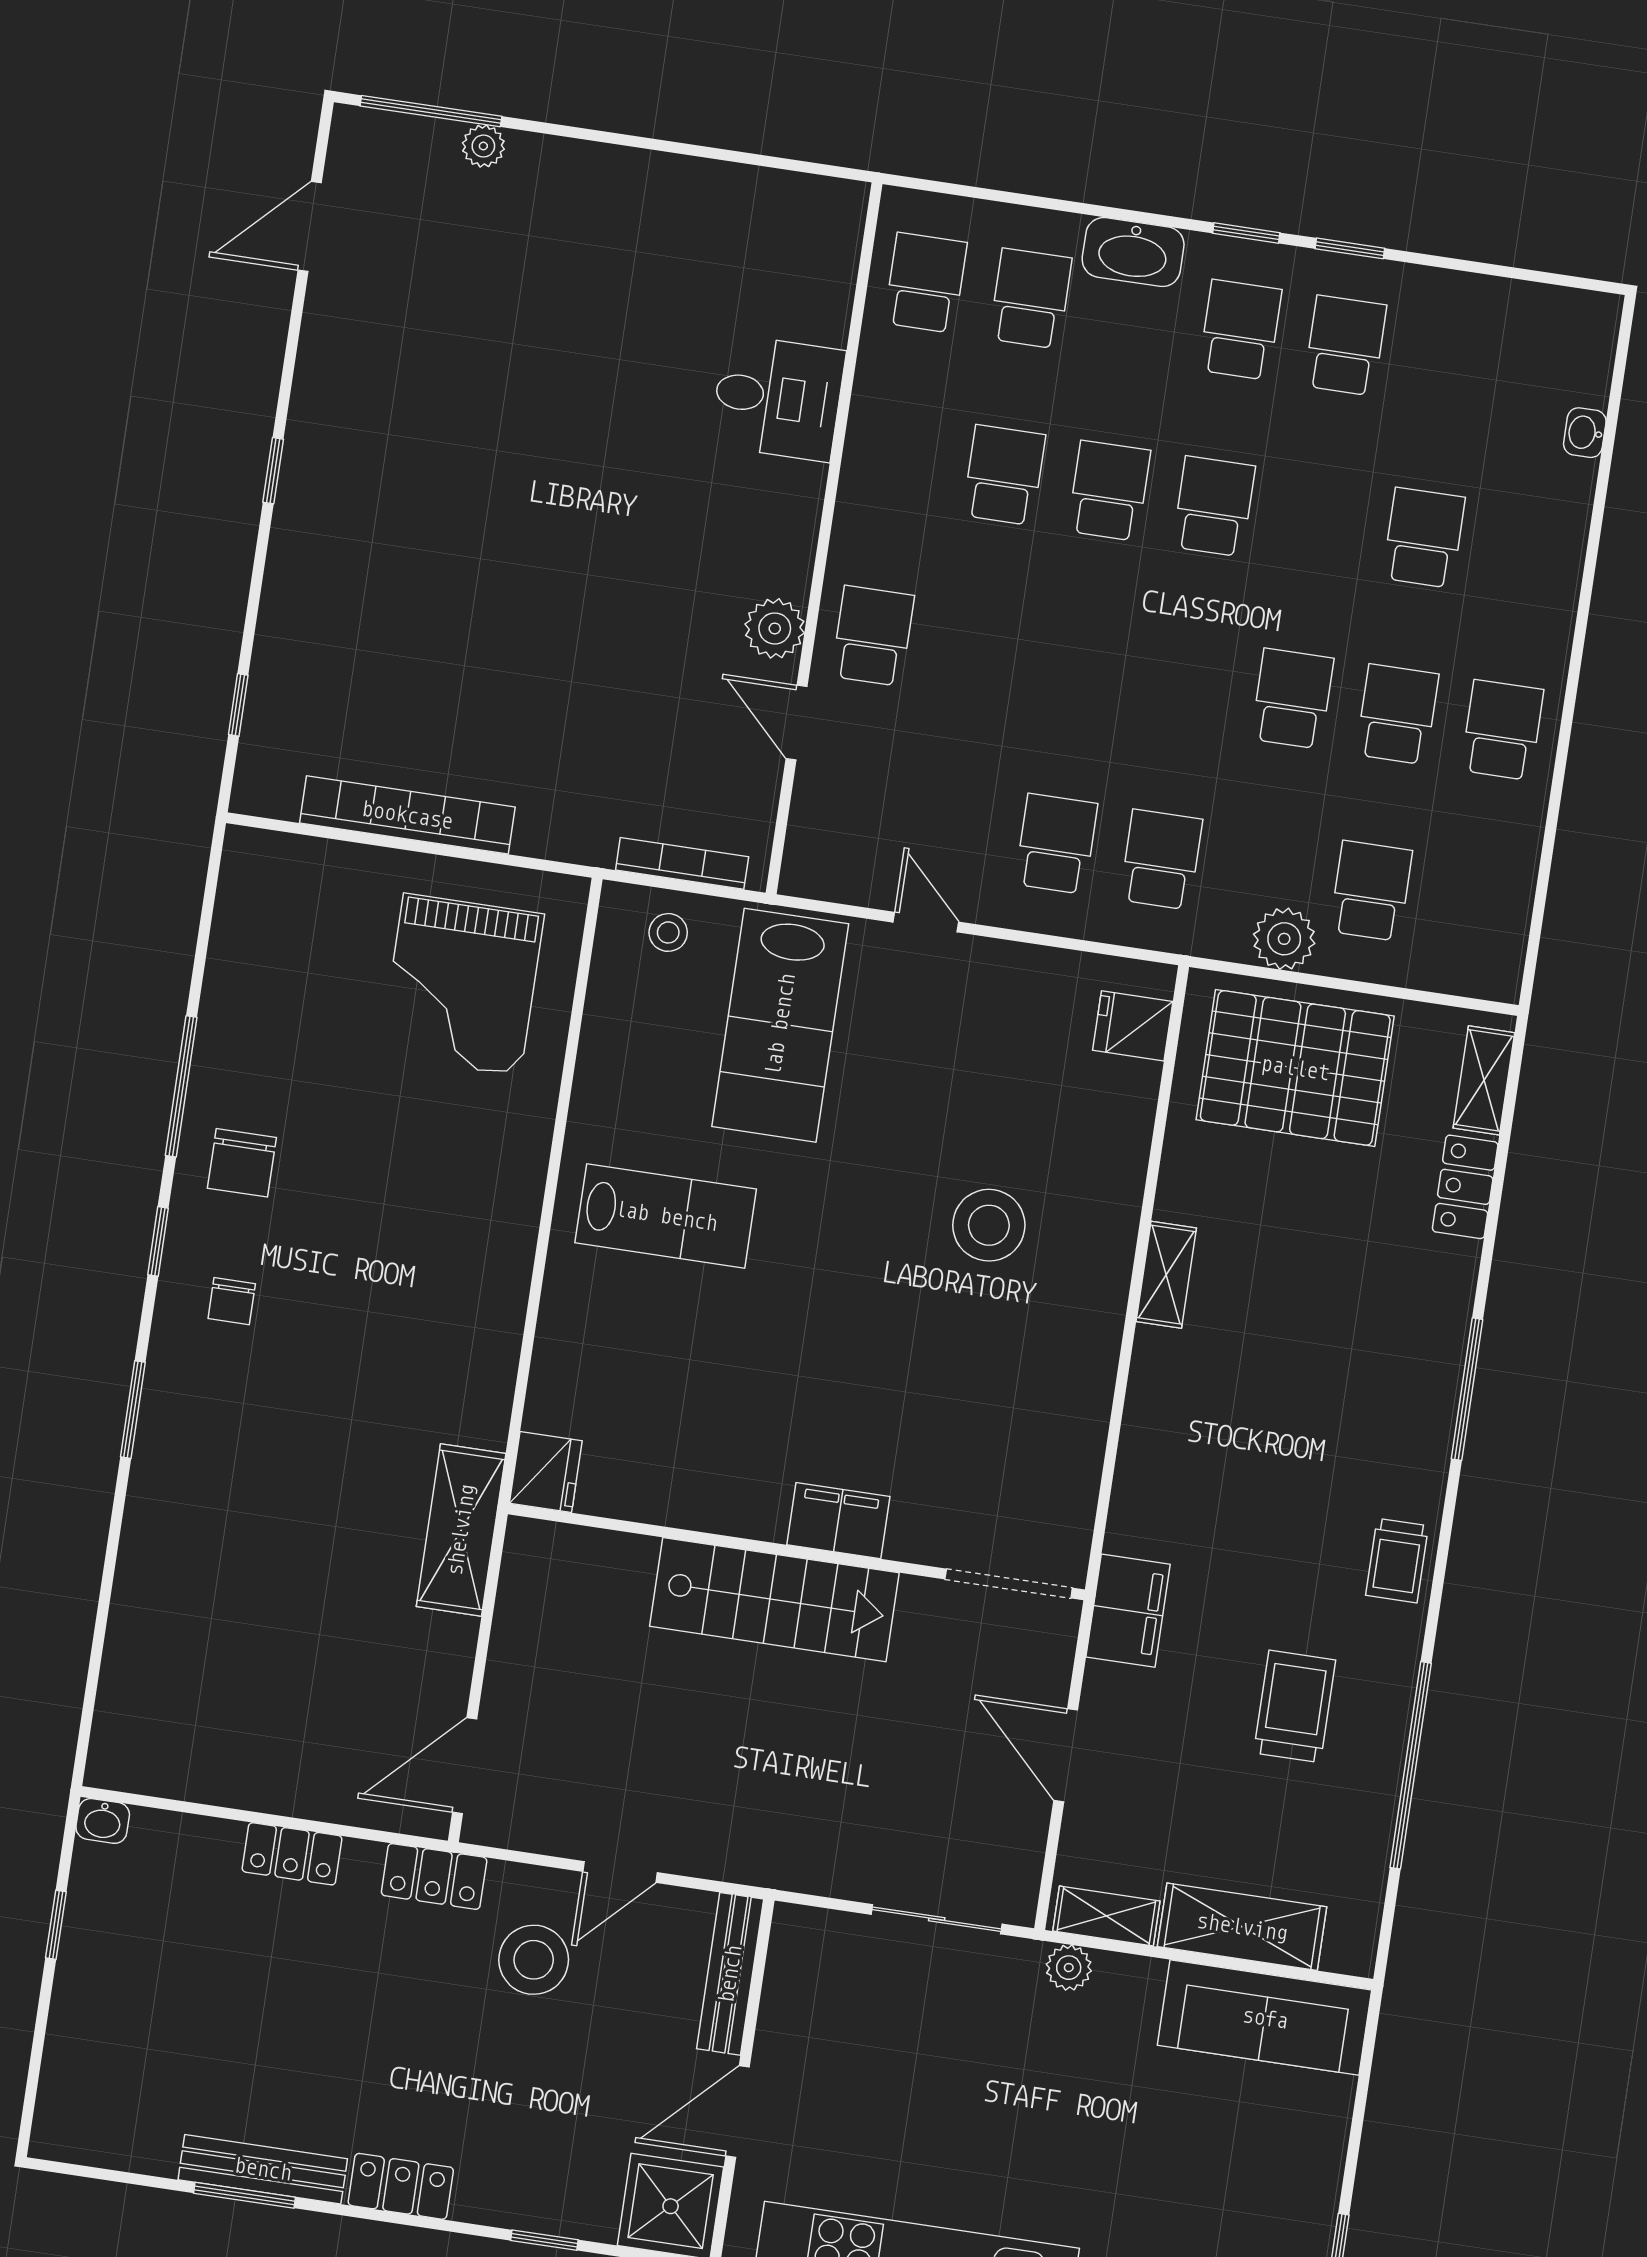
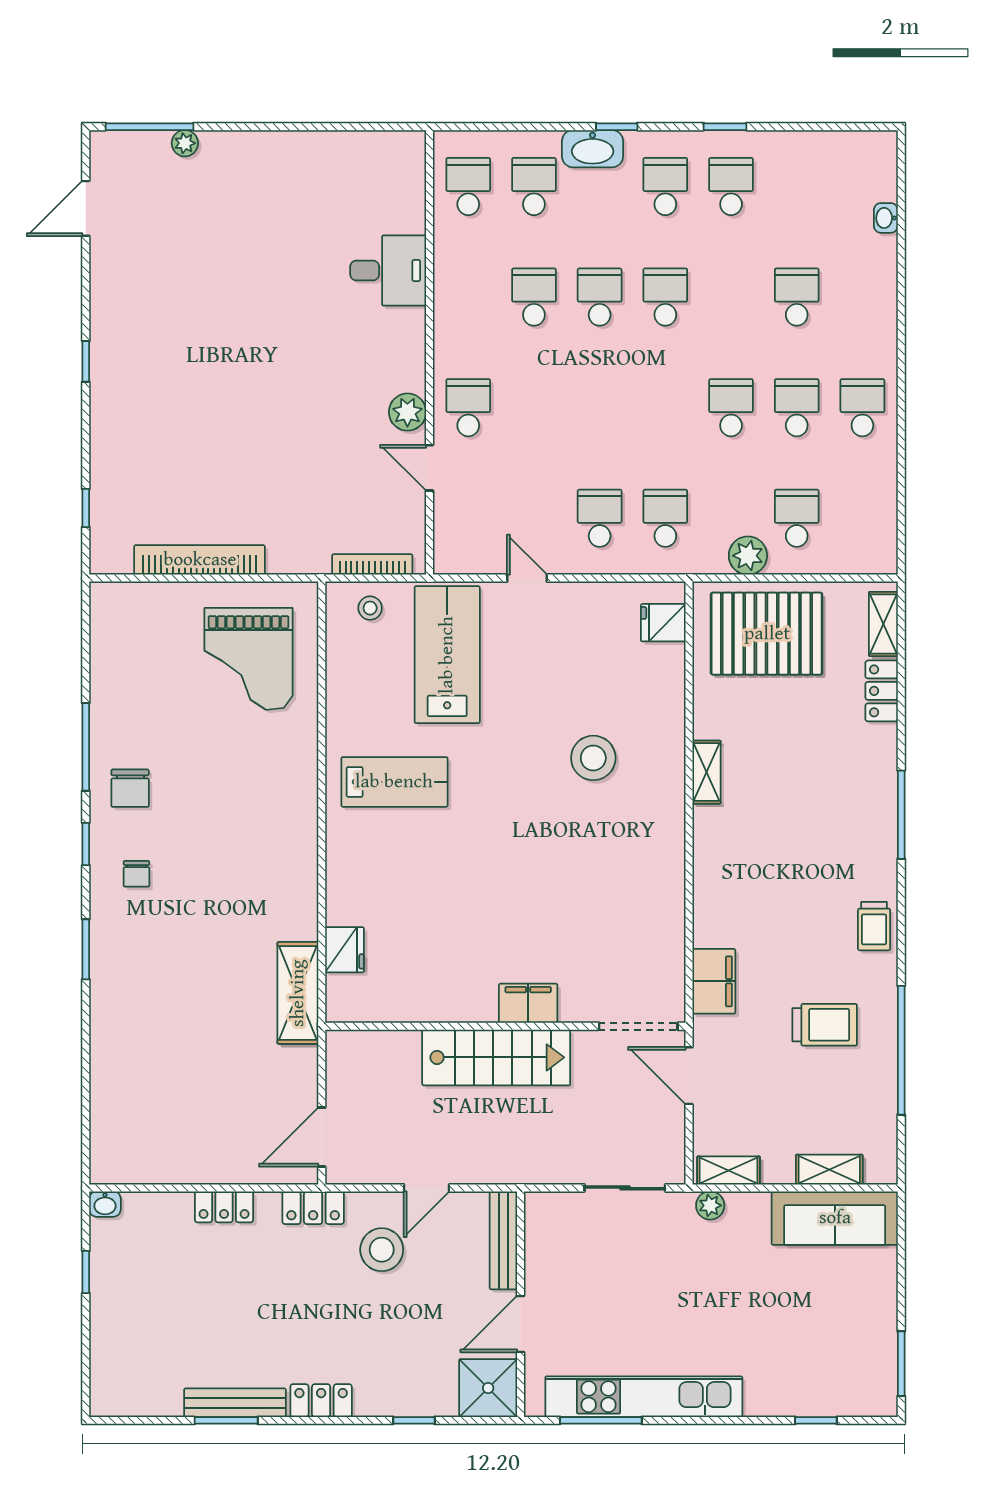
window: (1246, 233) -> (617, 127), moved
lab bench: (780, 1025) -> (447, 655), turned 180
filing cabinet: (838, 1521) -> (528, 1003), moved
wall: (796, 1552) -> (505, 1026), moved
doorway: (1009, 1583) -> (638, 1026), moved
stairs: (774, 1600) -> (496, 1057), moved
trolley: (1295, 1706) -> (825, 1025), turned 90
shelving: (1242, 1927) -> (829, 1170), width x0.67, depth x0.75

